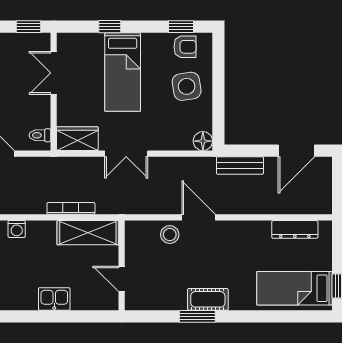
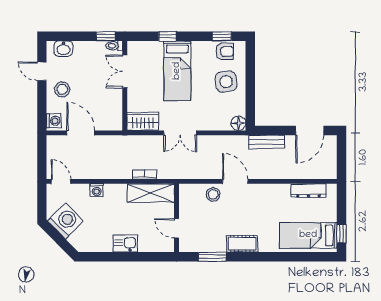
toilet: (40, 135) -> (114, 46), moved
bookcase: (71, 208) -> (144, 175), width x0.64
window: (197, 316) -> (212, 257), moved

